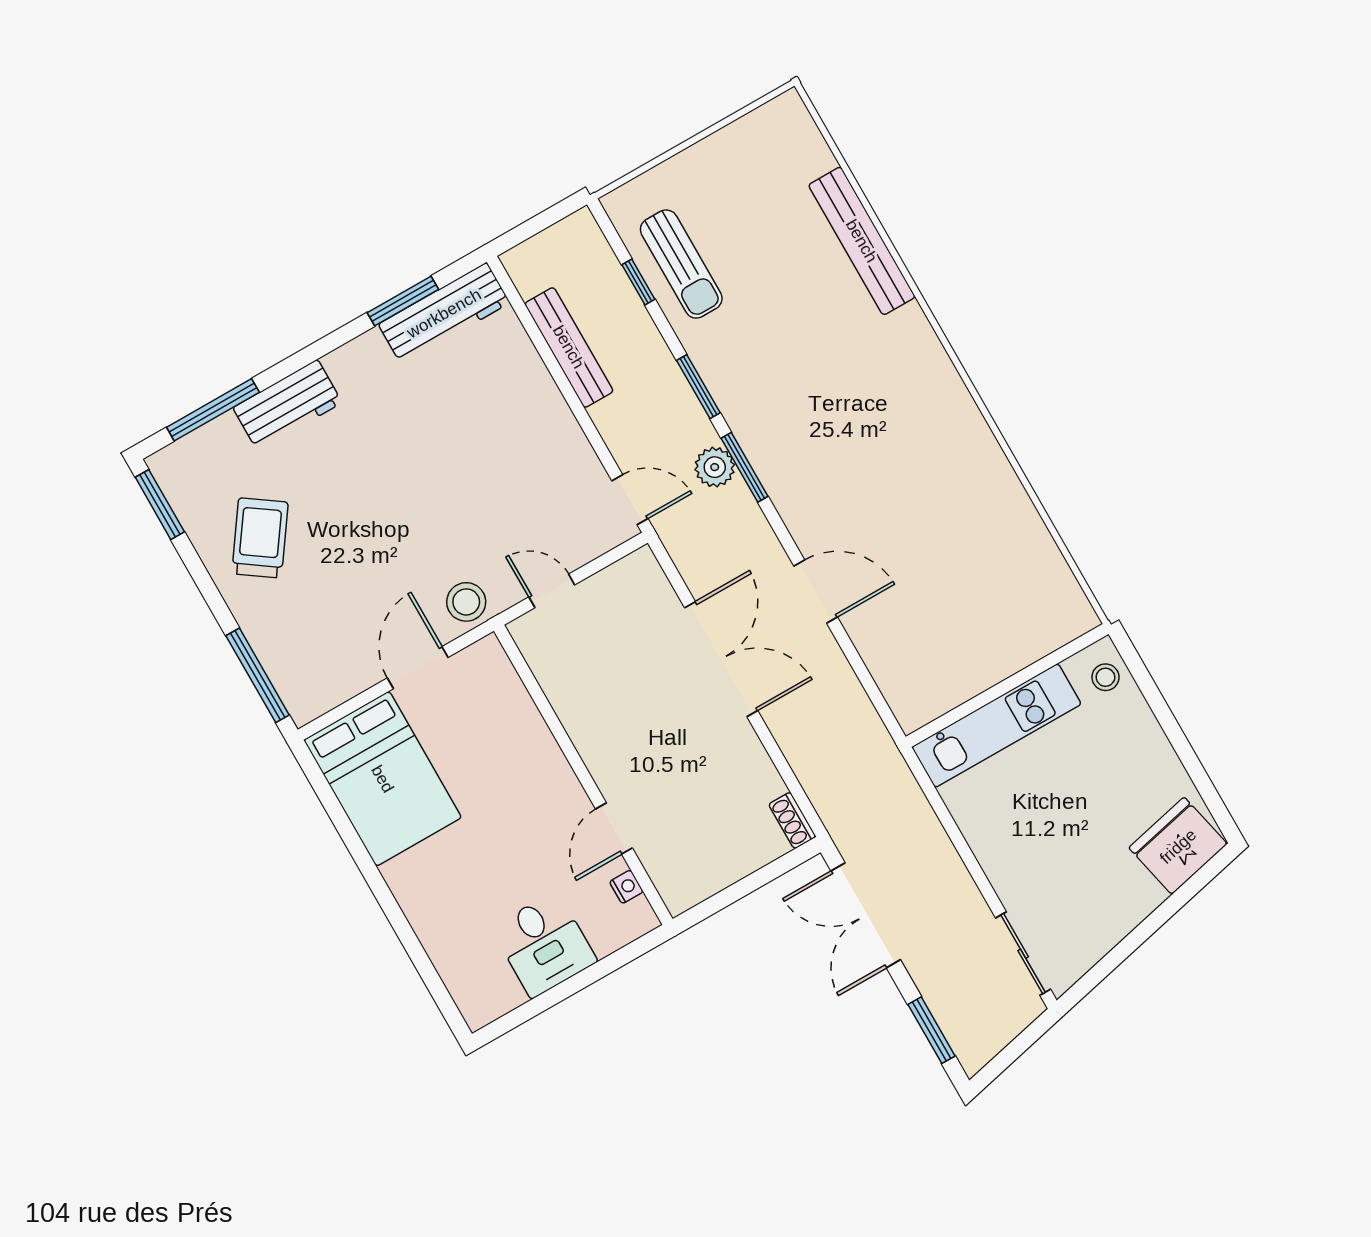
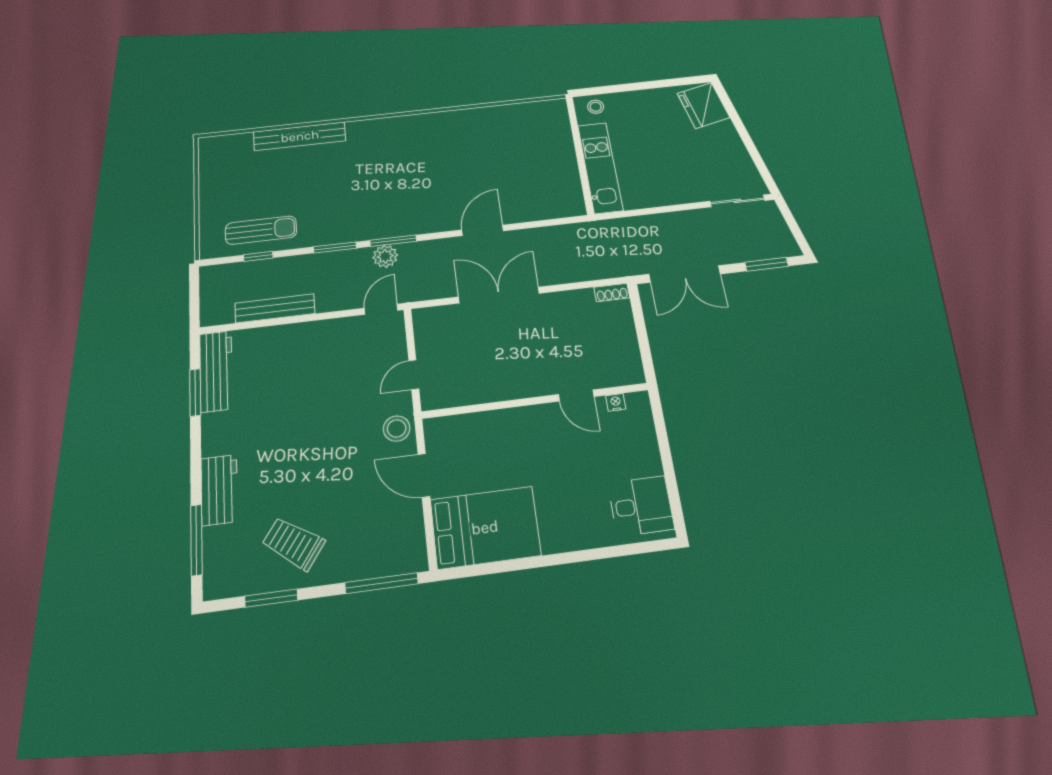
window: (160, 505) -> (271, 598), moved
desk: (544, 945) -> (641, 506), moved

